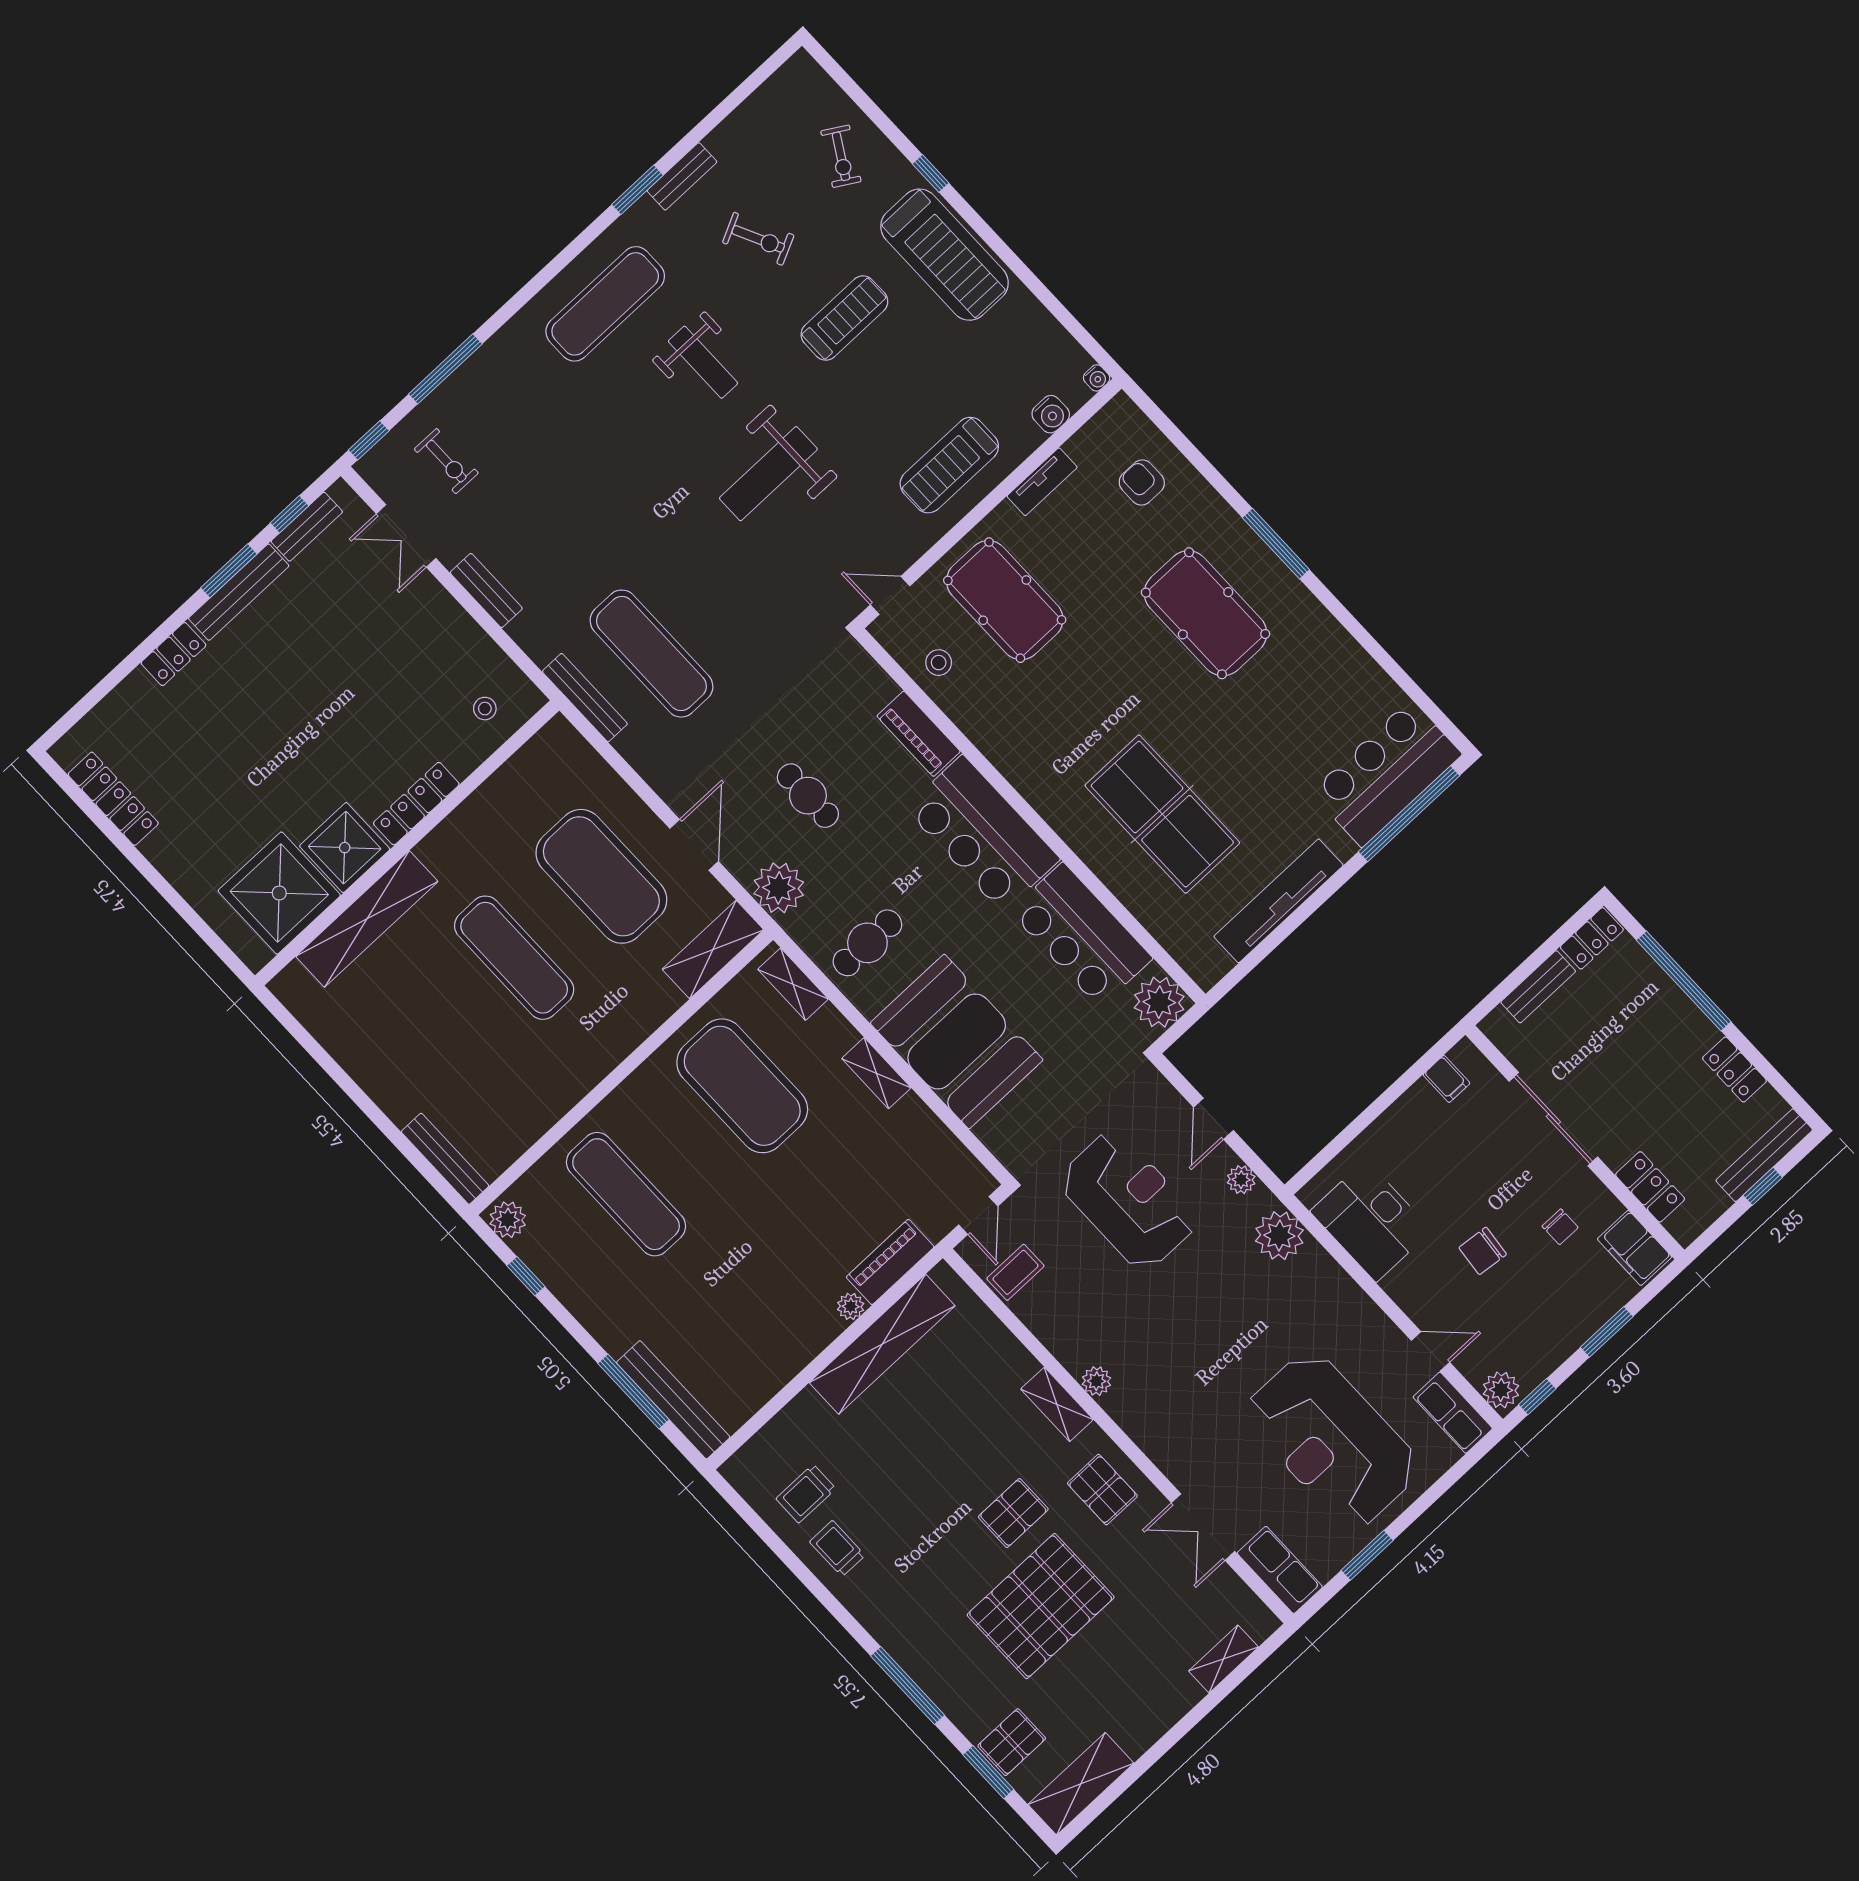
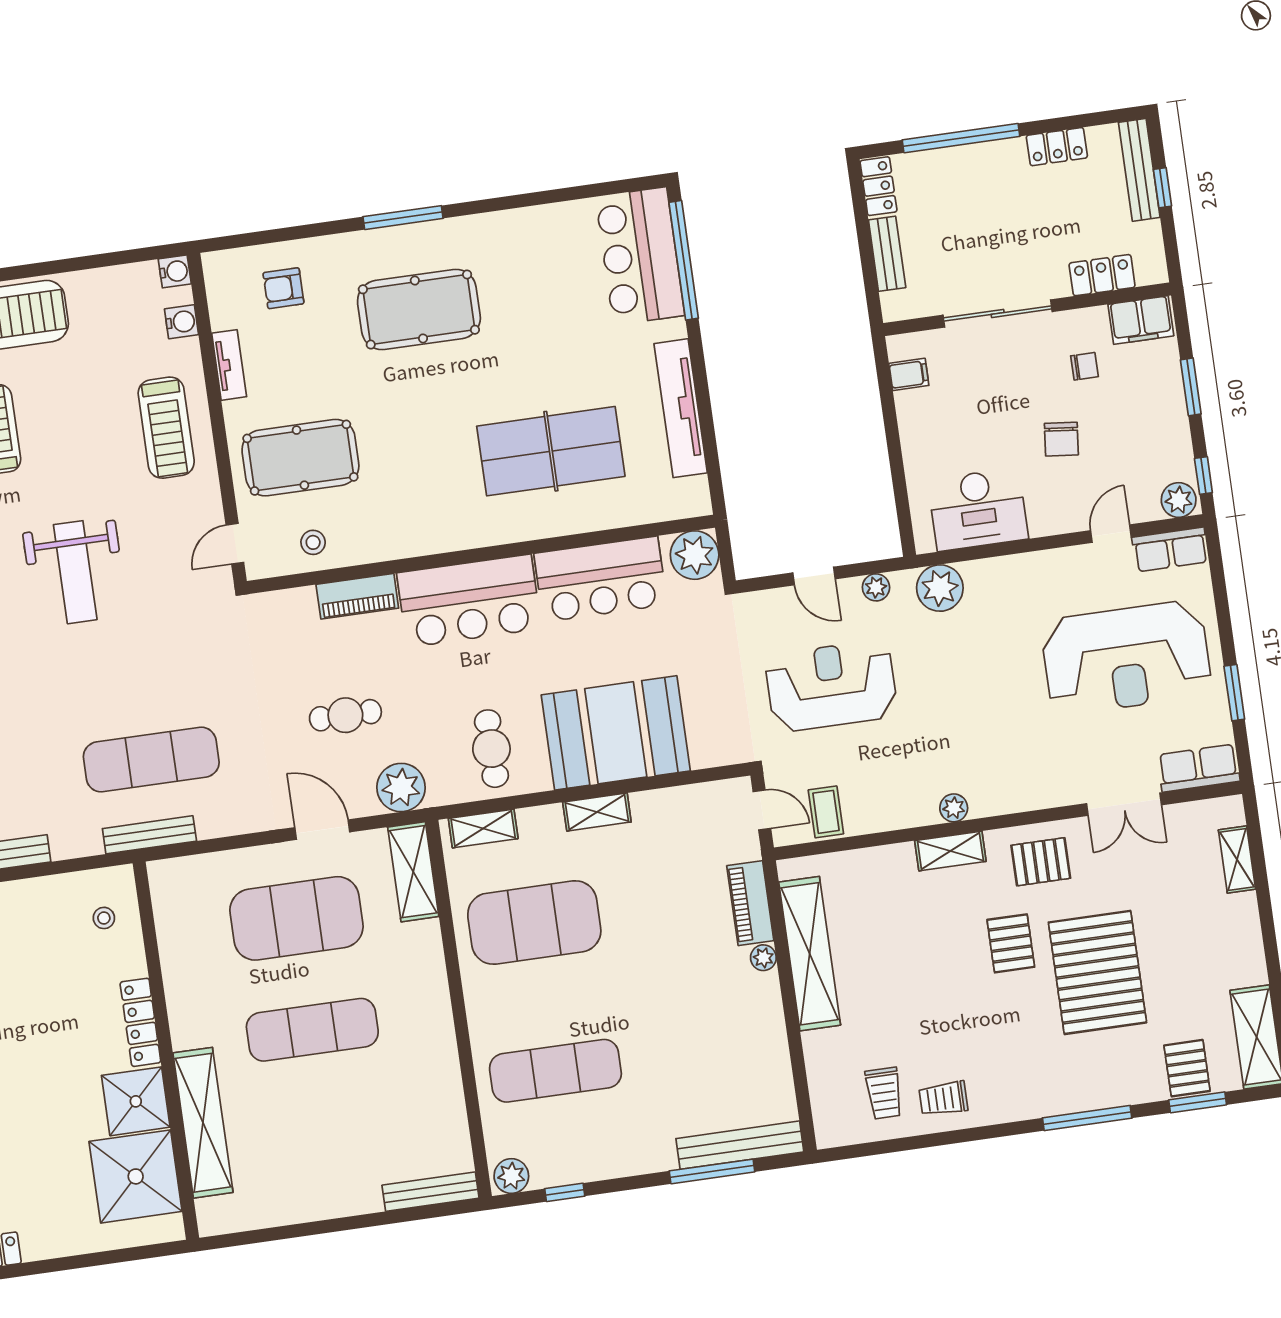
water cooler: (1097, 378) -> (175, 271), width x1.38, depth x1.38

